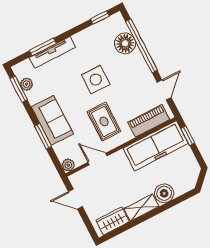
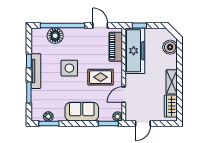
window: (100, 18) -> (29, 61), moved
tv unit: (52, 52) -> (36, 71), moved
window: (43, 136) -> (108, 124), moved
boiler: (164, 193) -> (170, 47), moved

